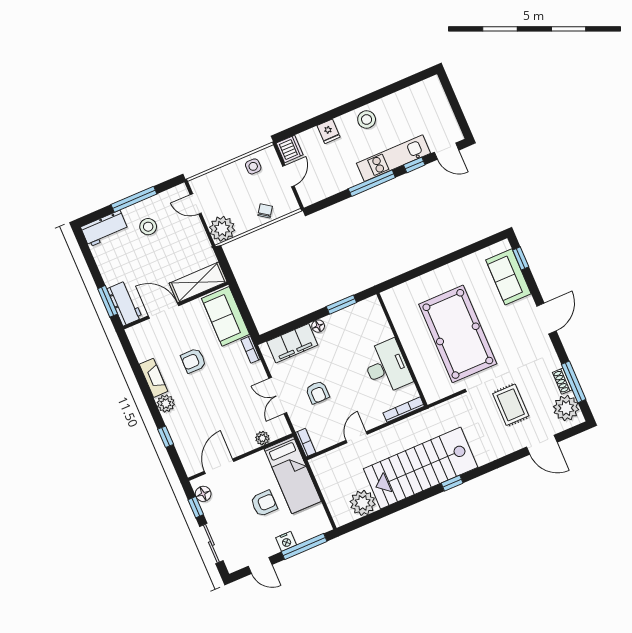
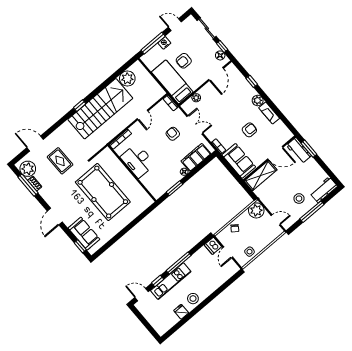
fridge: (329, 131) -> (181, 312), moved
dishwasher: (290, 149) -> (213, 246), moved

